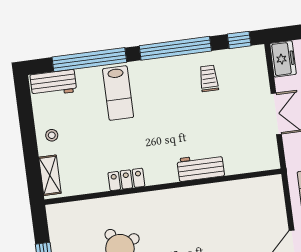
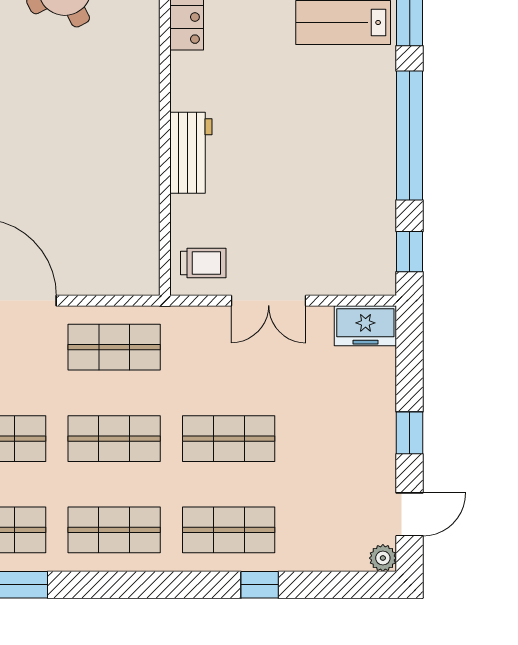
trolley: (209, 78) -> (203, 263), moved

